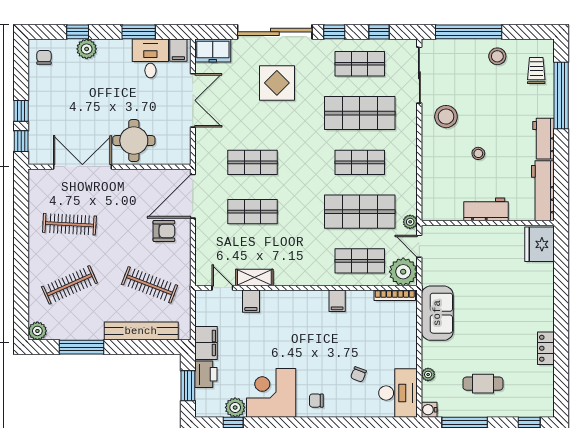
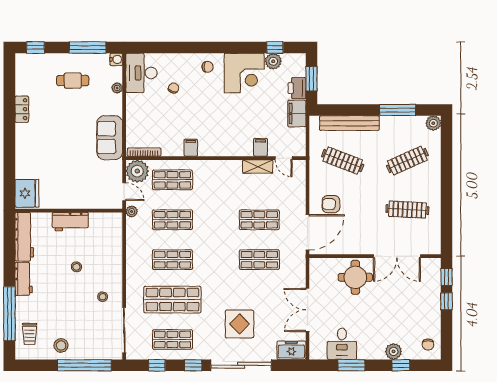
filing cabinet: (178, 50) -> (319, 350), removed
stool: (446, 117) -> (103, 297), width x0.53, depth x0.53
shop shelf: (360, 212) -> (172, 220), width x0.70, depth x0.74

